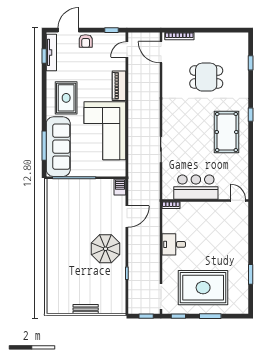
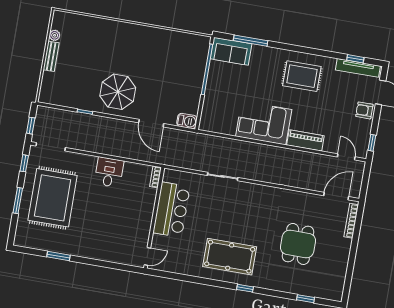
corner sofa: (105, 131) -> (264, 123), width x0.73, depth x0.74
sofa: (58, 147) -> (231, 51), width x0.54, depth x0.79
plant: (68, 309) -> (55, 35), added

